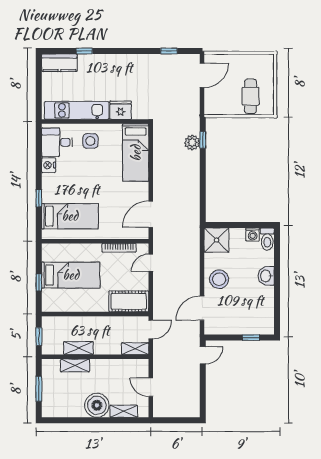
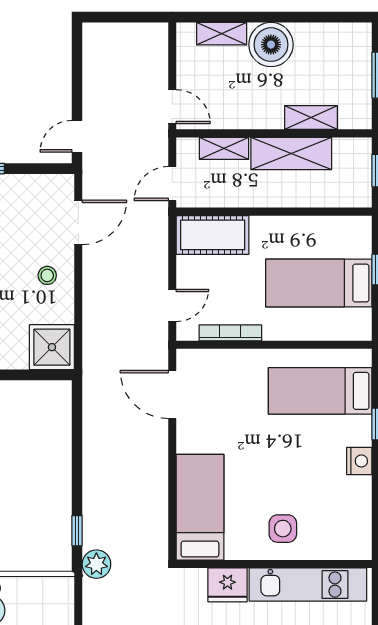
desk: (57, 142) -> (344, 526), removed
plant: (192, 142) -> (96, 564), moved
nightstand: (49, 165) -> (359, 461), moved
door: (151, 214) -> (172, 394), swing flipped
stool: (219, 279) -> (47, 275), width x0.53, depth x0.53
shelving: (78, 348) -> (291, 153), width x1.50, depth x1.33
shelving: (135, 349) -> (224, 148), moved
door: (151, 387) -> (172, 107), moved

